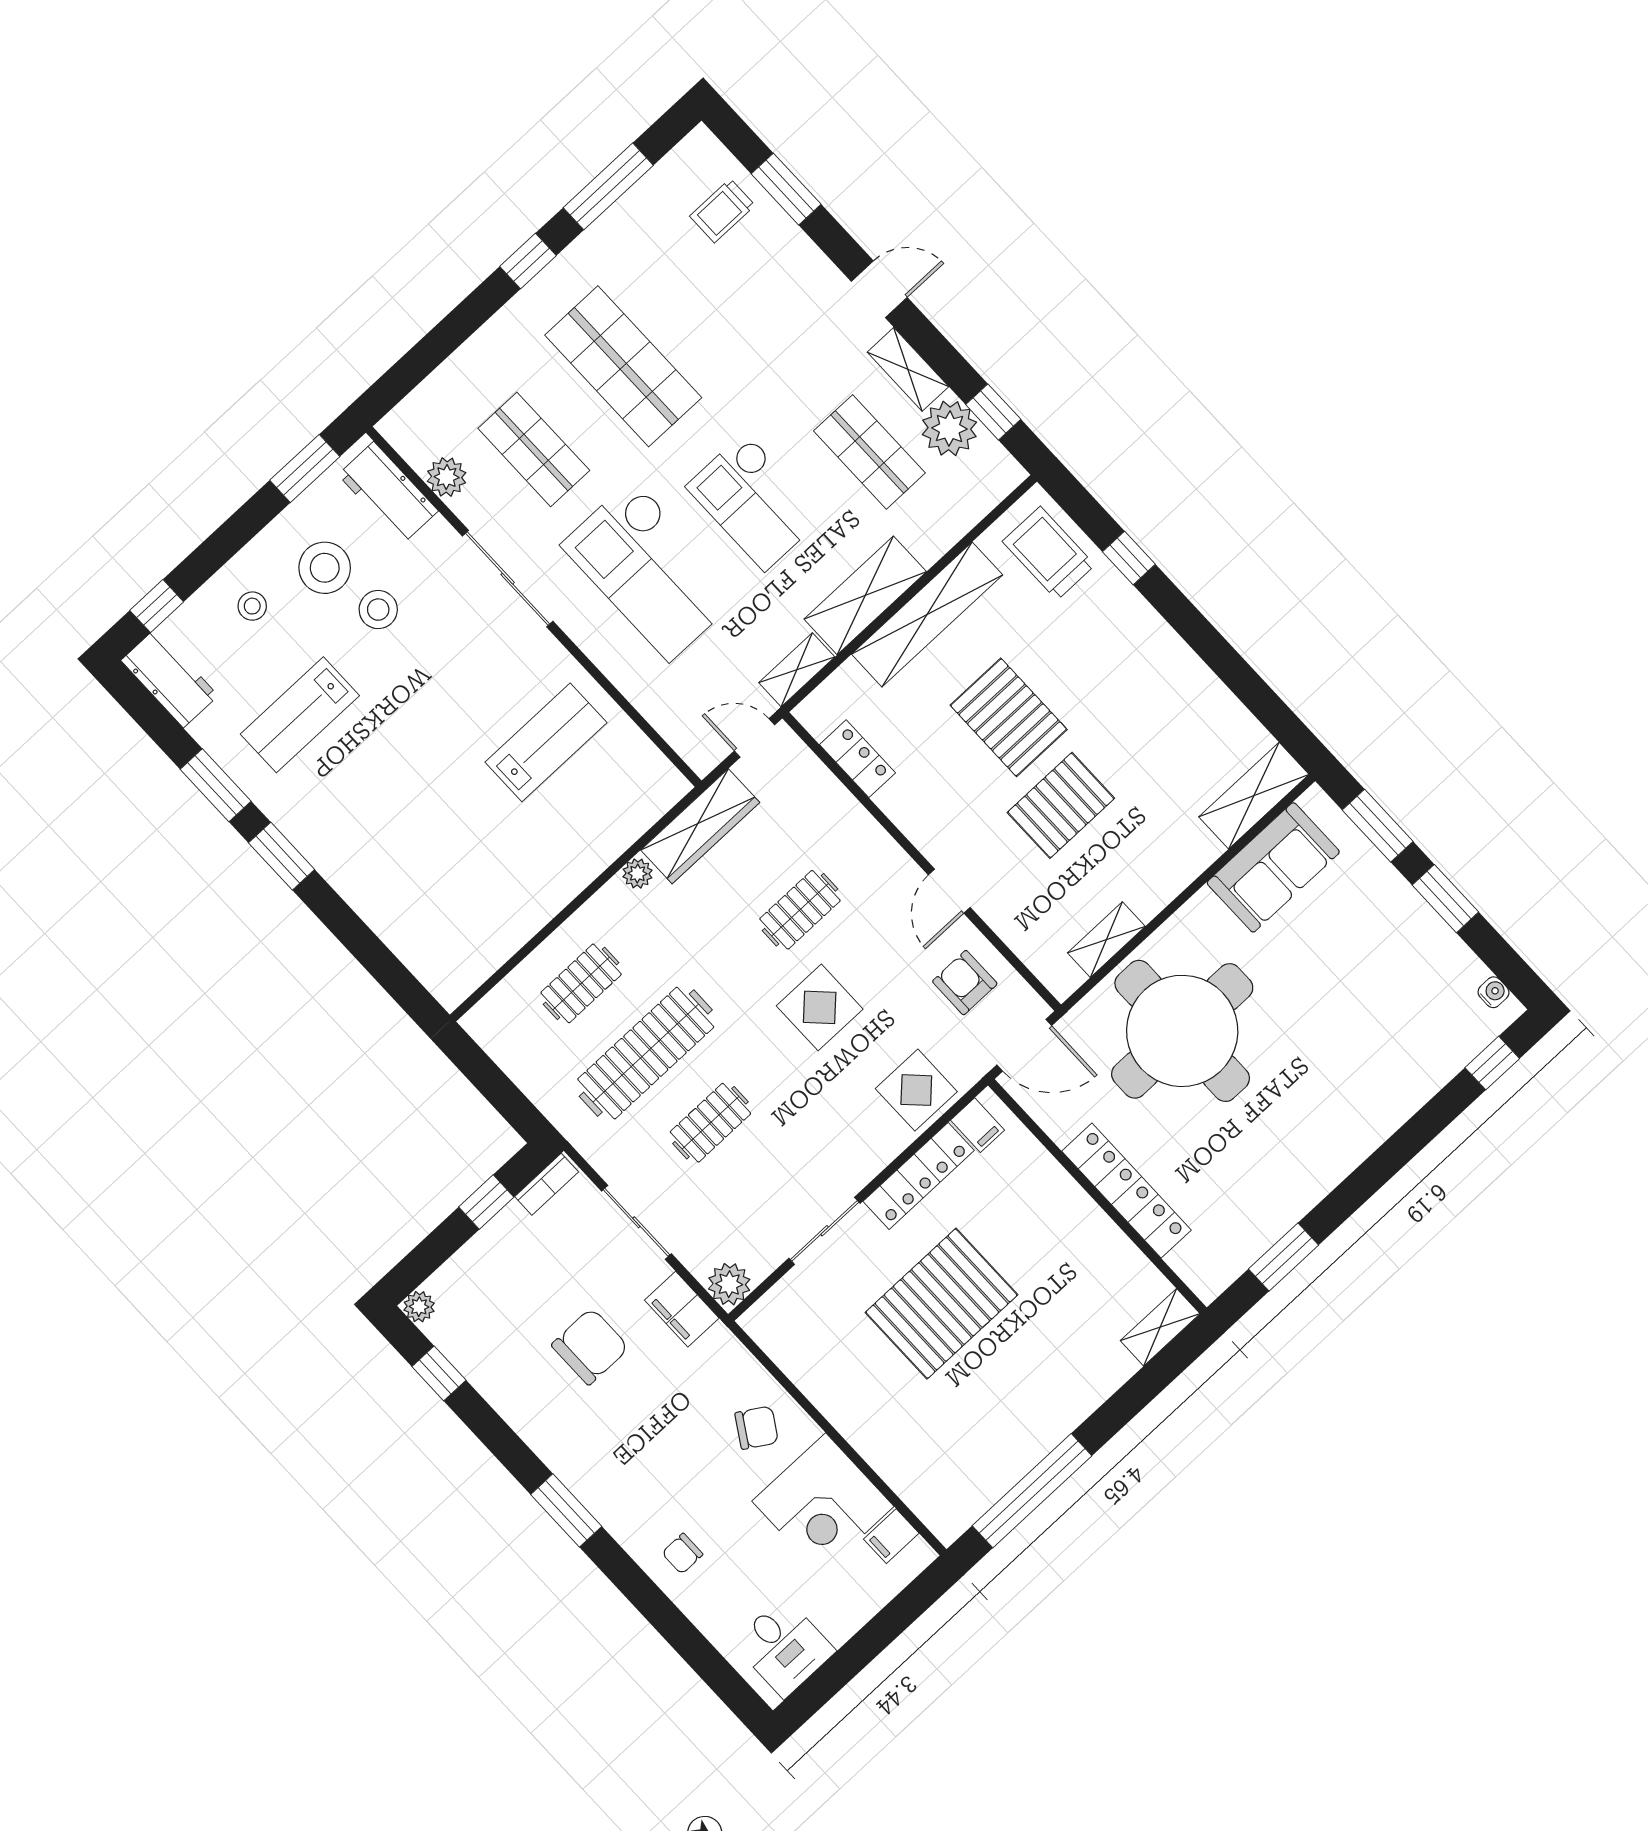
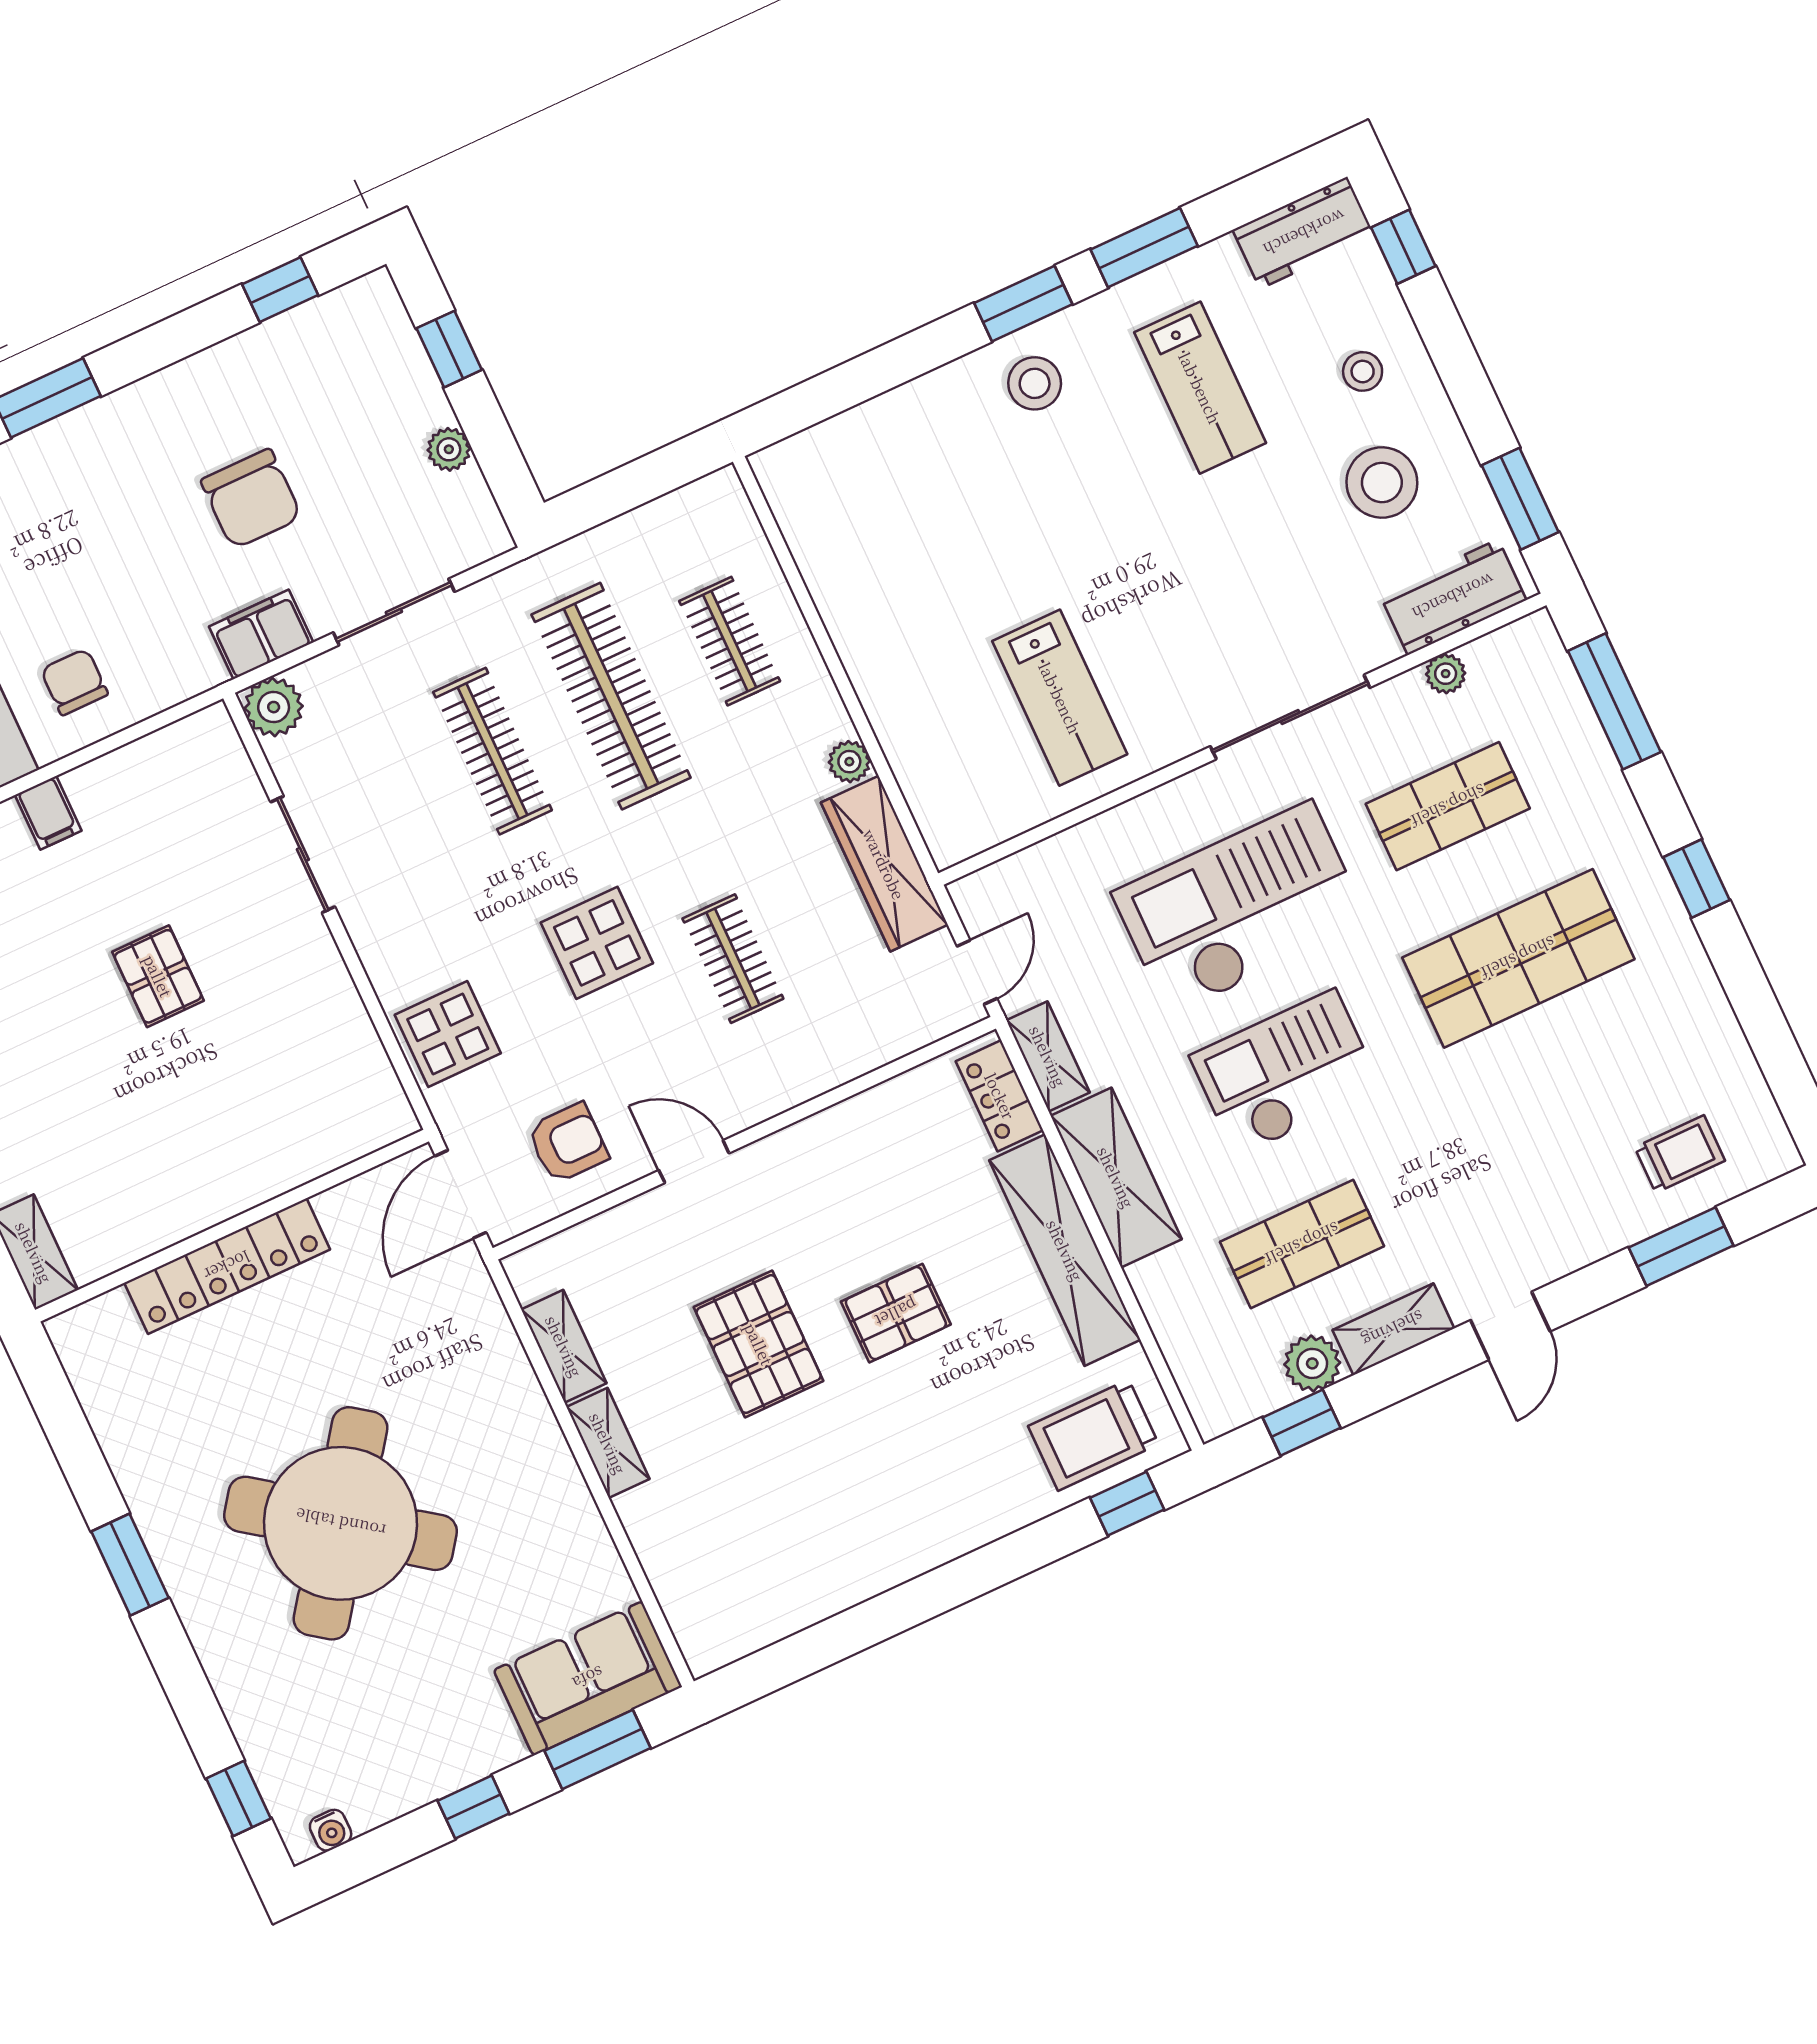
window: (608, 186) -> (1614, 701), moved
trolley: (722, 211) -> (1680, 1154), turned 90
plant: (949, 428) -> (1312, 1363), width x0.73, depth x0.73
plant: (447, 477) -> (1446, 674), width x0.73, depth x0.73
trolley: (1049, 553) -> (1093, 1435), turned 180
window: (1129, 558) -> (1127, 1504), moved
stool: (378, 610) -> (1035, 383), moved
lab bench: (300, 715) -> (1200, 388), turned 180
pallet: (1009, 717) -> (896, 1313), width x0.67, depth x0.71
locker: (857, 759) -> (1000, 1096), moved, turned 90
shelving: (1254, 796) -> (608, 1443), moved, width x0.67, depth x0.75
sofa: (1273, 867) -> (588, 1678), moved, turned 90
window: (1445, 899) -> (473, 1807), width x0.67
round table: (1182, 1031) -> (341, 1523), moved, turned 36
clothes rail: (710, 1123) -> (493, 751), width x1.36
filing cabinet: (977, 1125) -> (48, 813), moved, turned -90
locker: (919, 1176) -> (335, 1001), removed
bookcase: (547, 1184) -> (482, 511), removed
window: (486, 1202) -> (449, 349), moved
window: (1284, 1257) -> (130, 1565), moved
pallet: (941, 1304) -> (158, 976), width x0.49, depth x0.50
plant: (419, 1307) -> (449, 449), moved
chair: (757, 1428) -> (74, 682), turned 148

